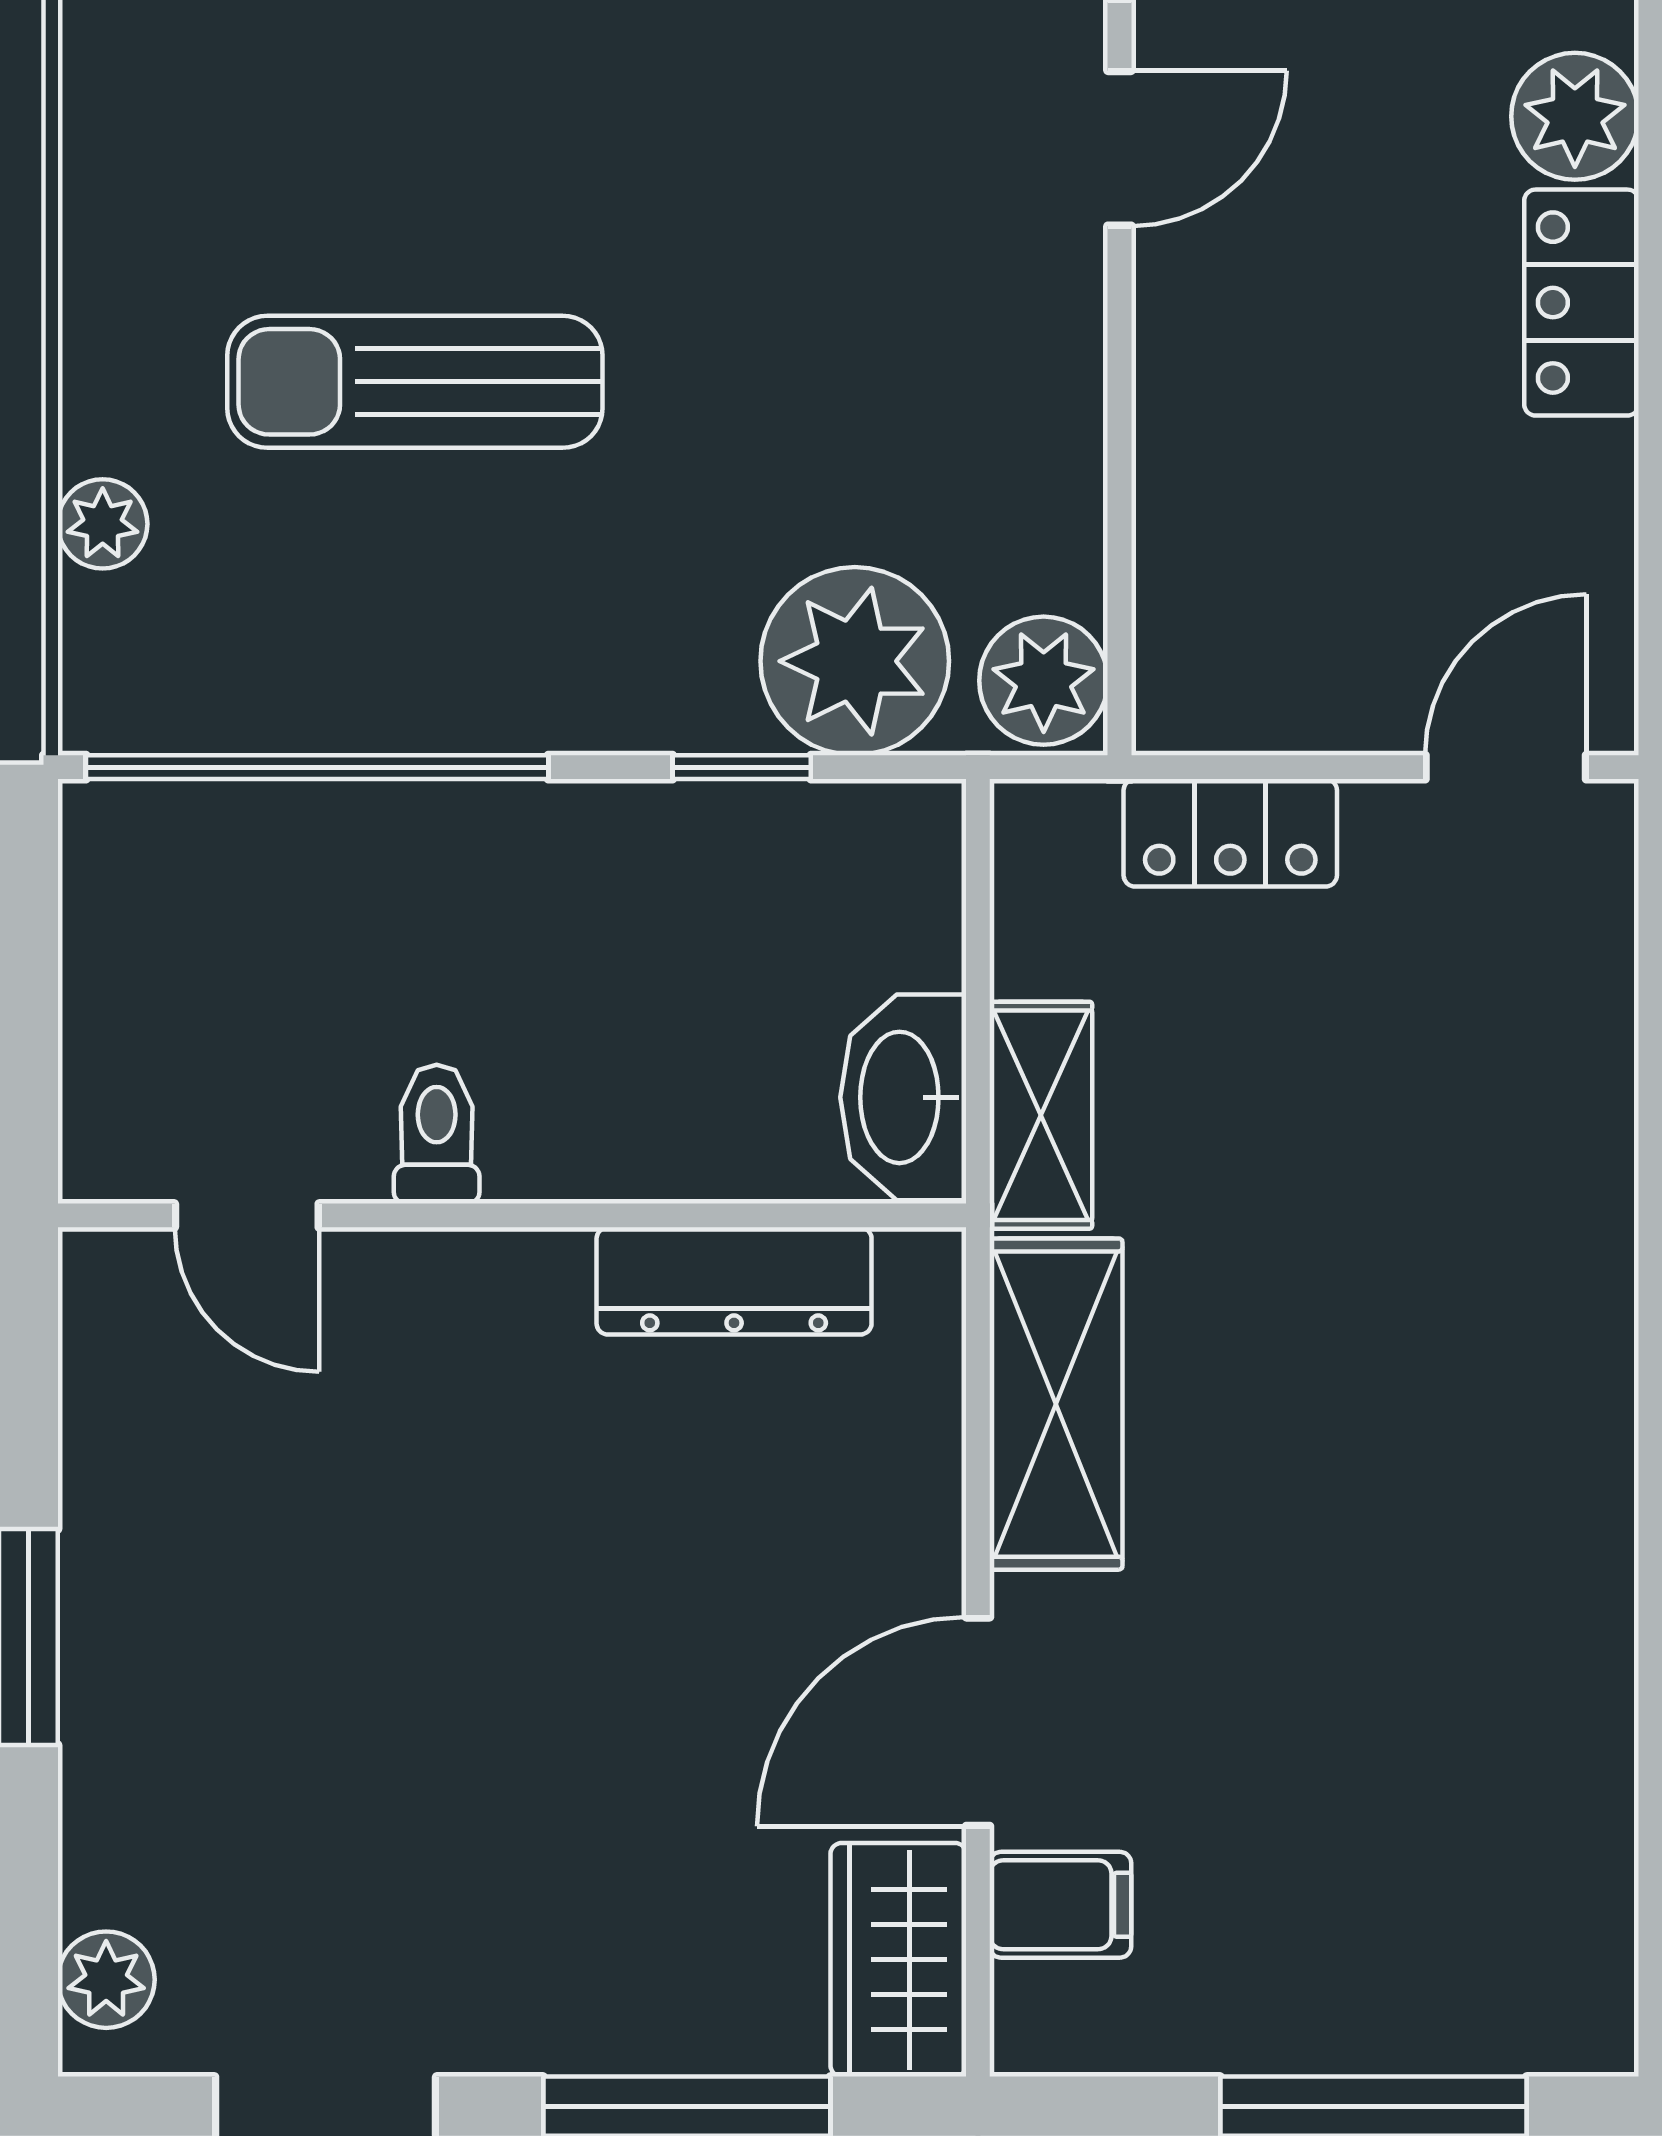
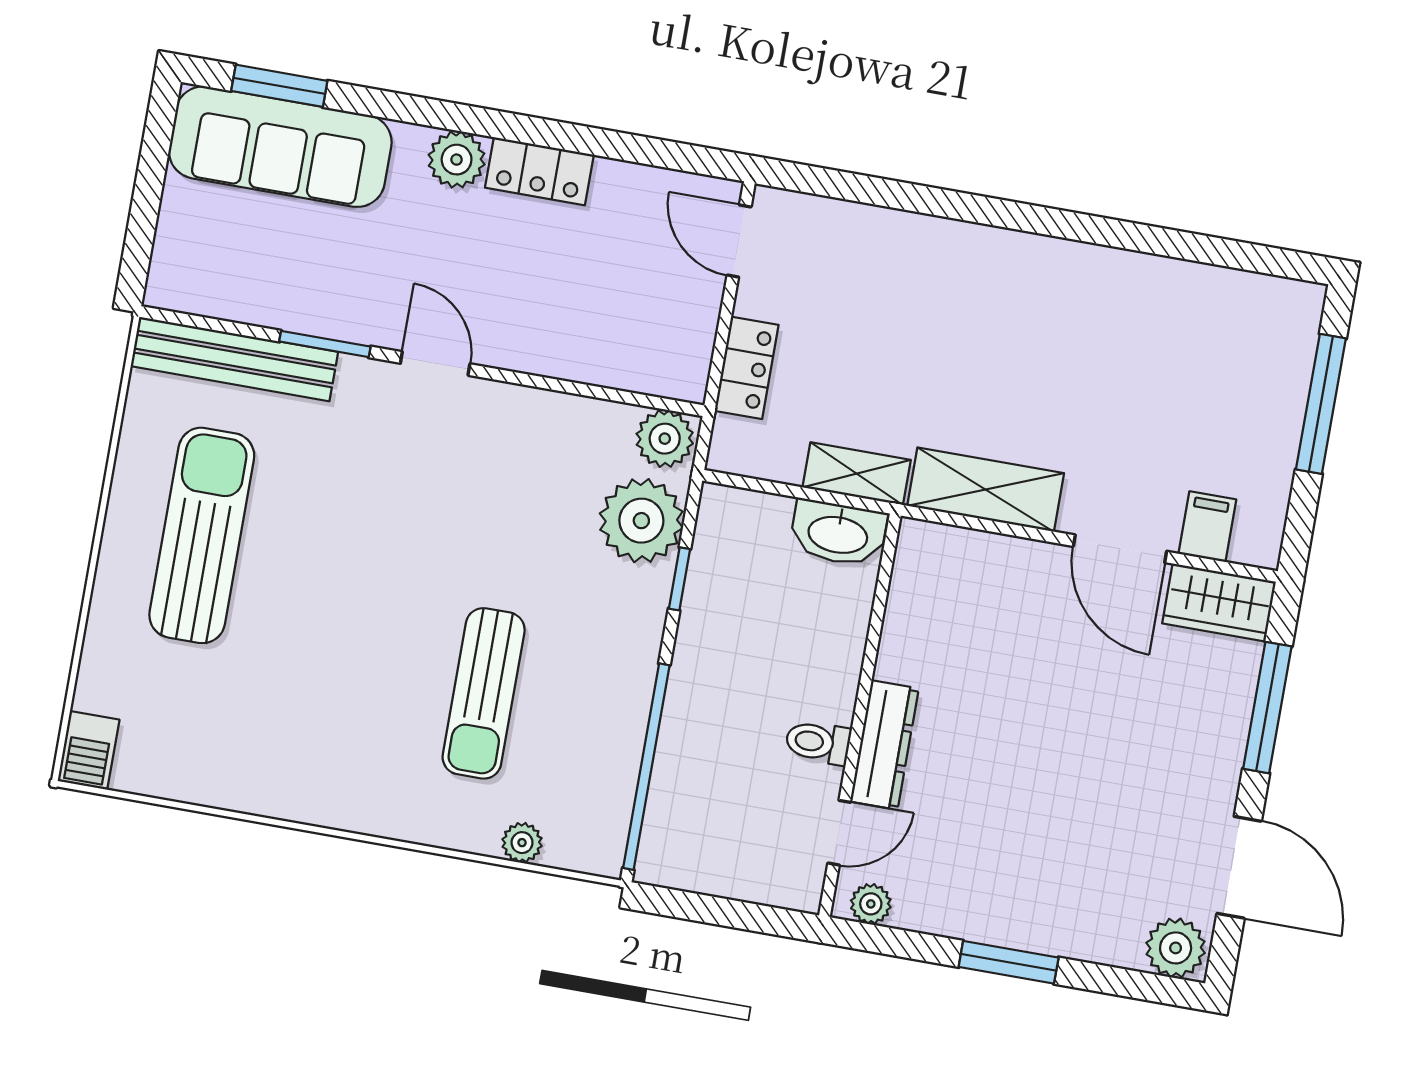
dresser: (734, 1281) -> (884, 745), moved
plant: (103, 1312) -> (871, 904), added
plant: (106, 1980) -> (1176, 948), width x1.38, depth x1.38

